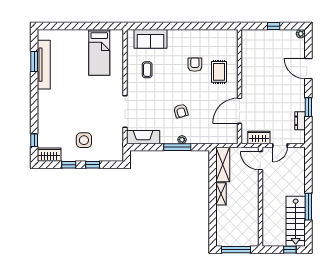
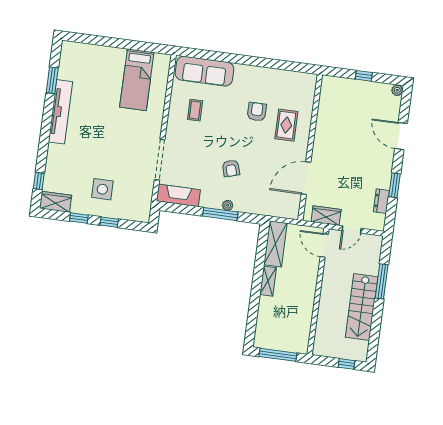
sofa: (150, 39) -> (204, 71), width x1.36
tv unit: (44, 65) -> (60, 112), moved
window: (308, 207) -> (382, 281), moved
stairs: (296, 221) -> (362, 307), moved

